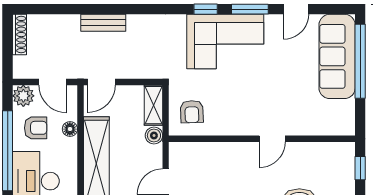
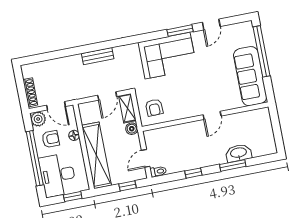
window: (206, 9) -> (150, 36), removed
bench: (103, 23) -> (98, 56), moved
shoe rack: (20, 35) -> (30, 92), moved
sofa: (337, 56) -> (250, 76), moved
door: (101, 82) -> (107, 96), moved
window: (360, 168) -> (275, 124), removed

